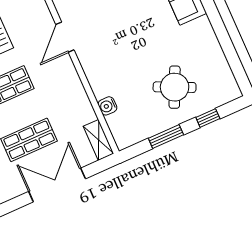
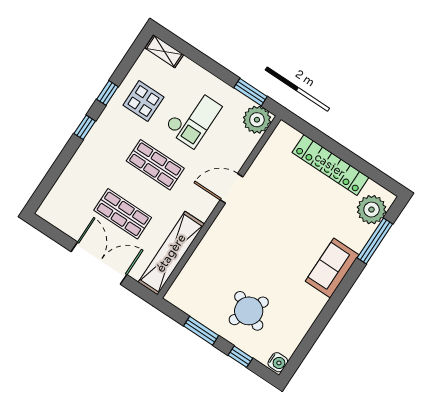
water cooler: (108, 106) -> (278, 362), moved, turned 180
shelving: (98, 140) -> (171, 253), width x2.20, depth x1.33

